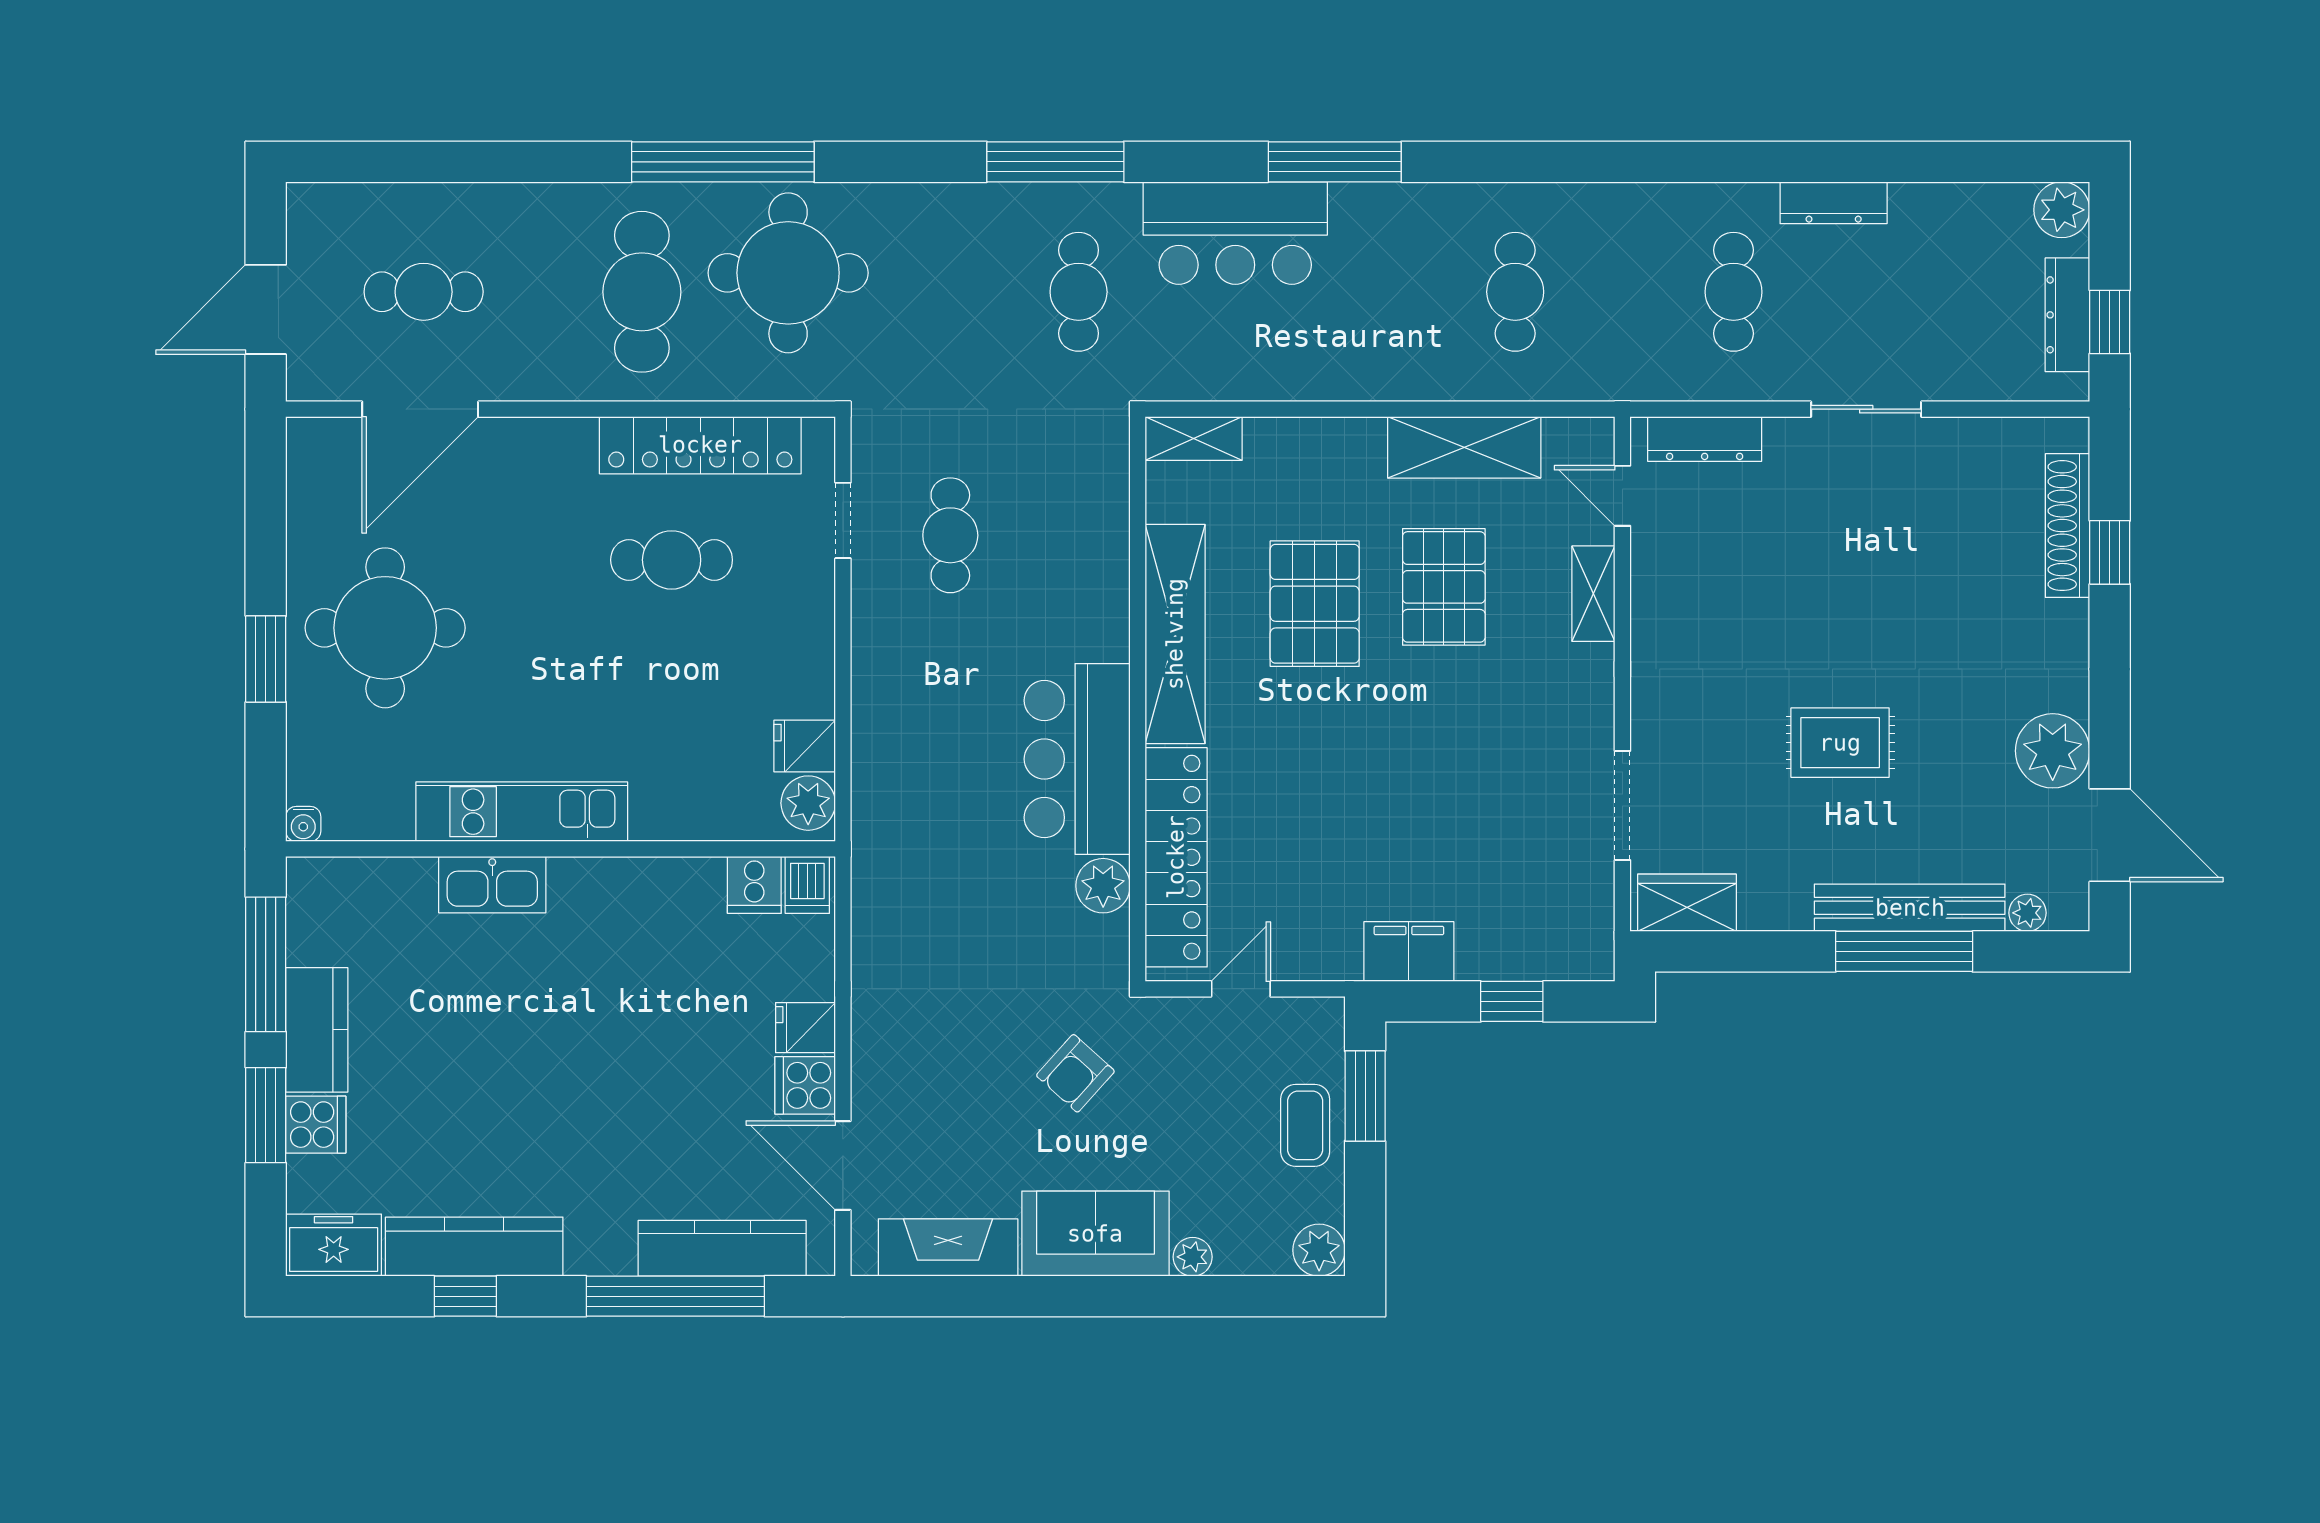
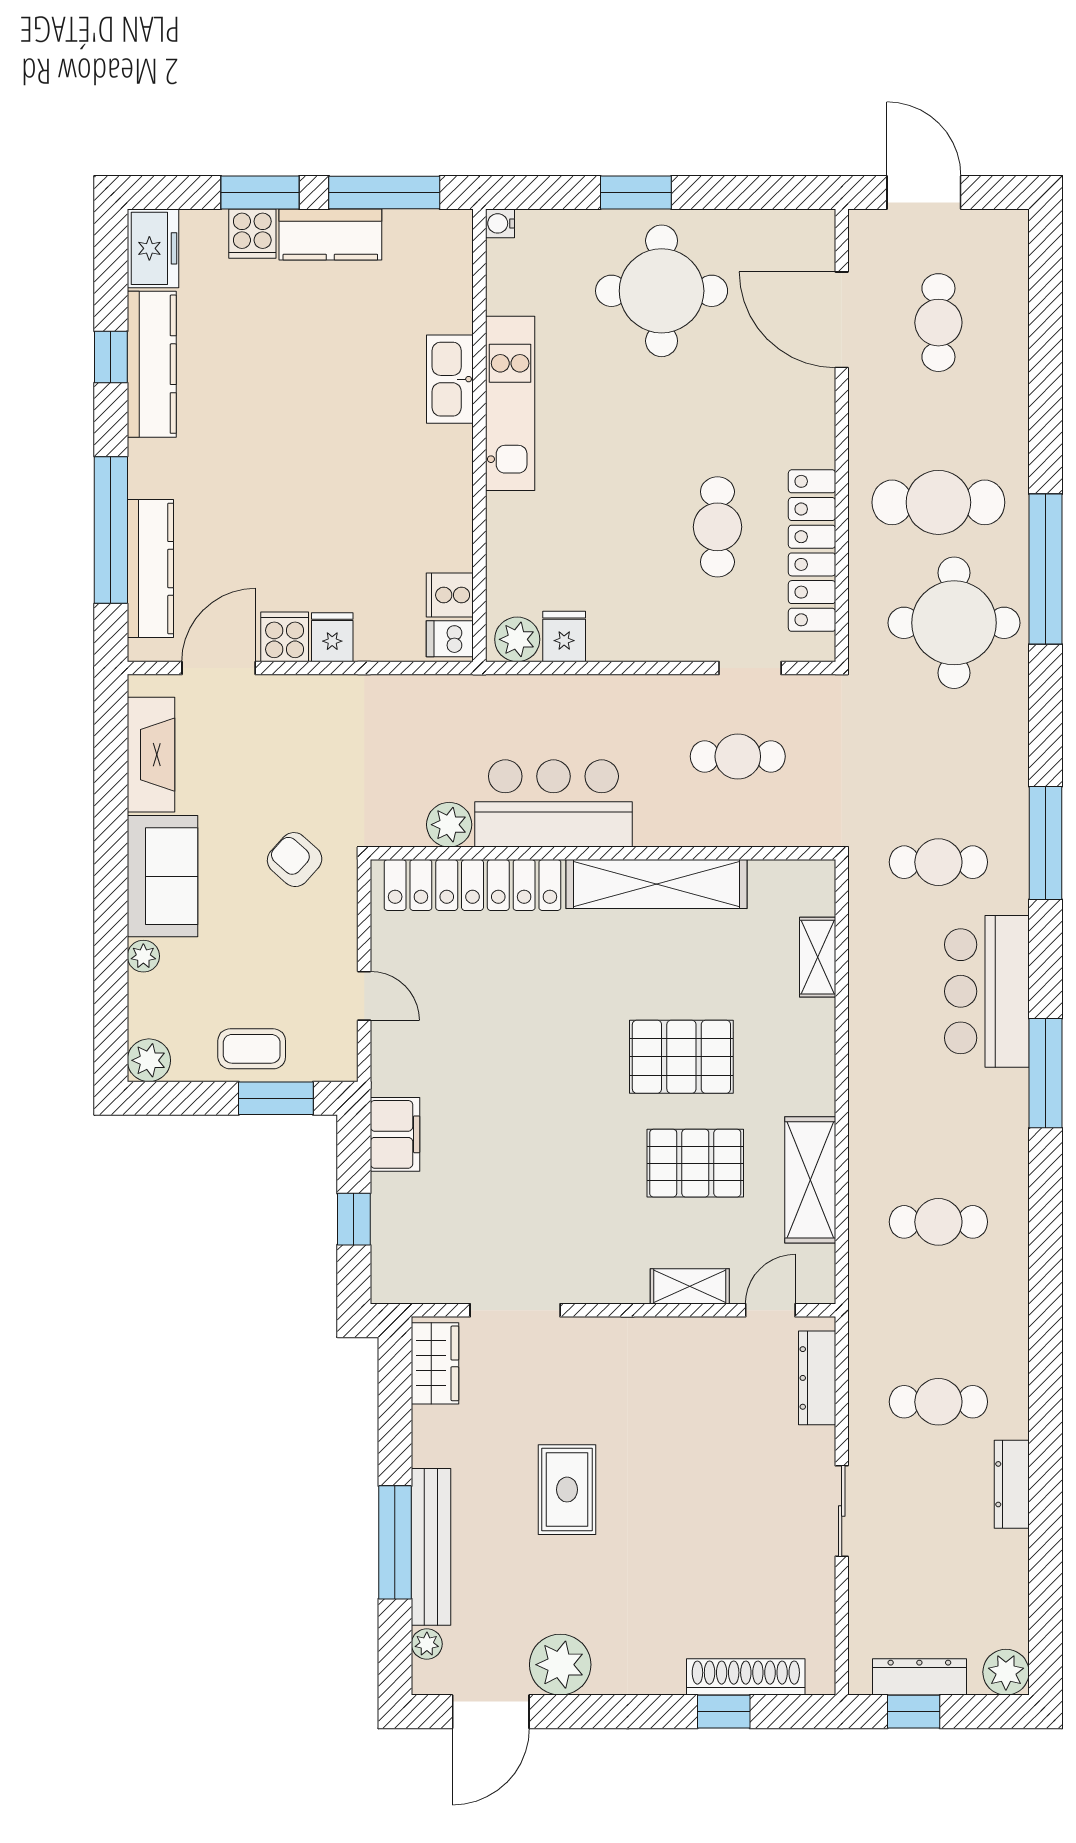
shelving: (1175, 634) -> (656, 884), moved
wall: (1138, 699) -> (603, 853), moved
bar counter: (1077, 759) -> (553, 803), moved
locker: (1176, 857) -> (473, 885), moved
plant: (1103, 886) -> (449, 825), moved

